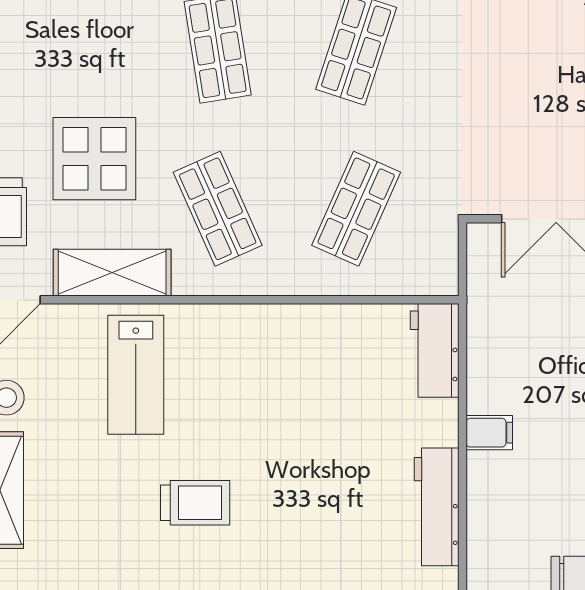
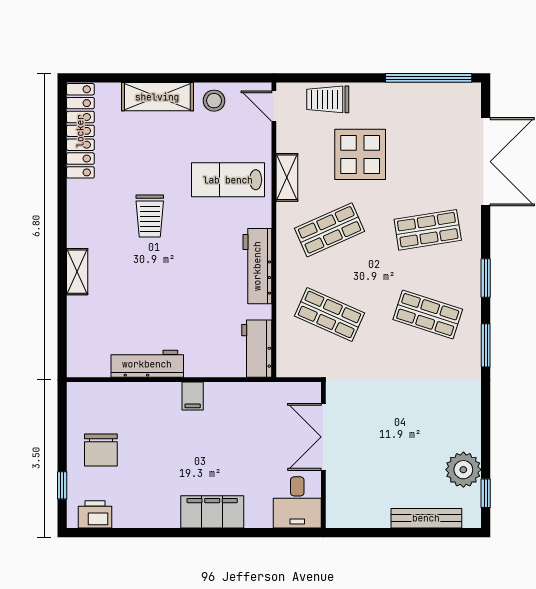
shelving: (112, 273) -> (287, 177), width x0.67, depth x0.75
workbench: (277, 327) -> (257, 266), added
workbench: (435, 350) -> (257, 349), moved, turned -90

